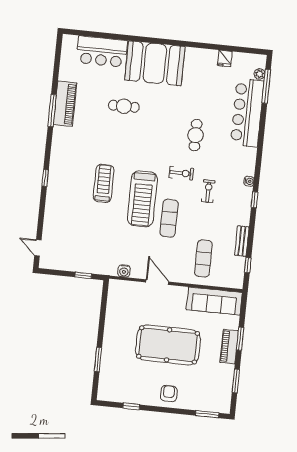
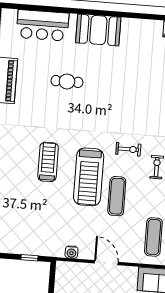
booth: (155, 63) -> (98, 30), width x0.73, depth x0.70
cafe table: (196, 135) -> (142, 109), removed

